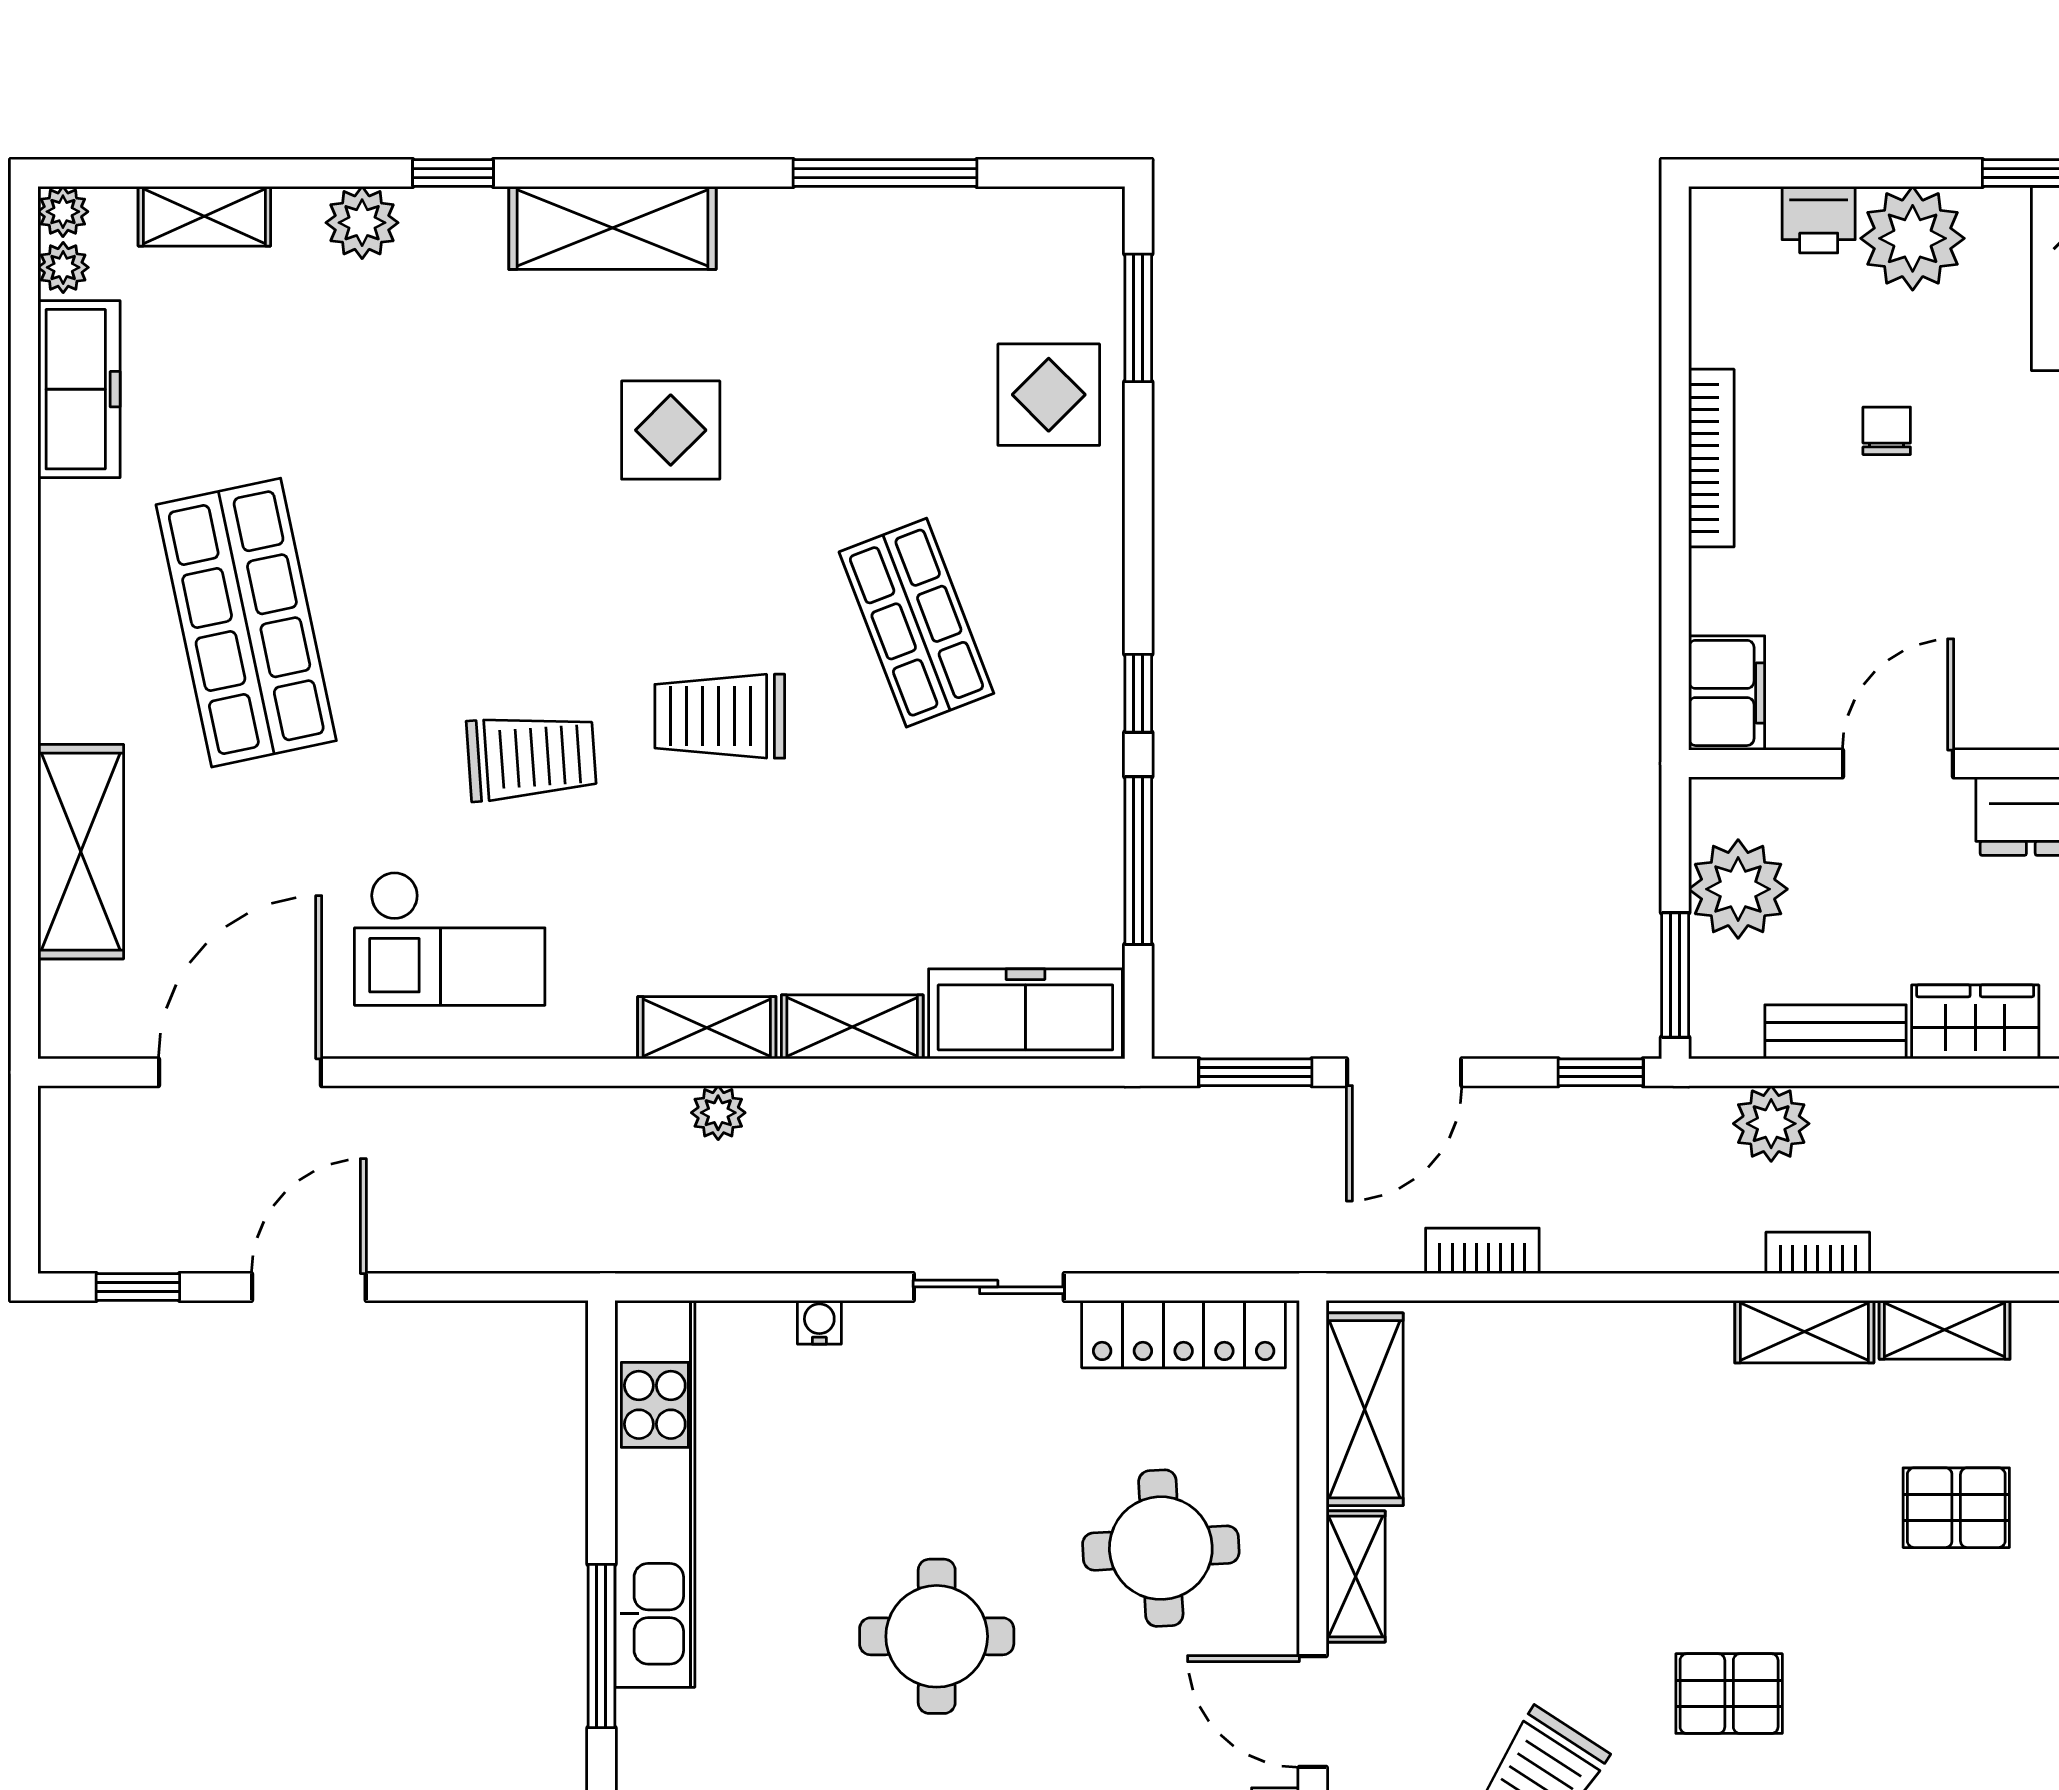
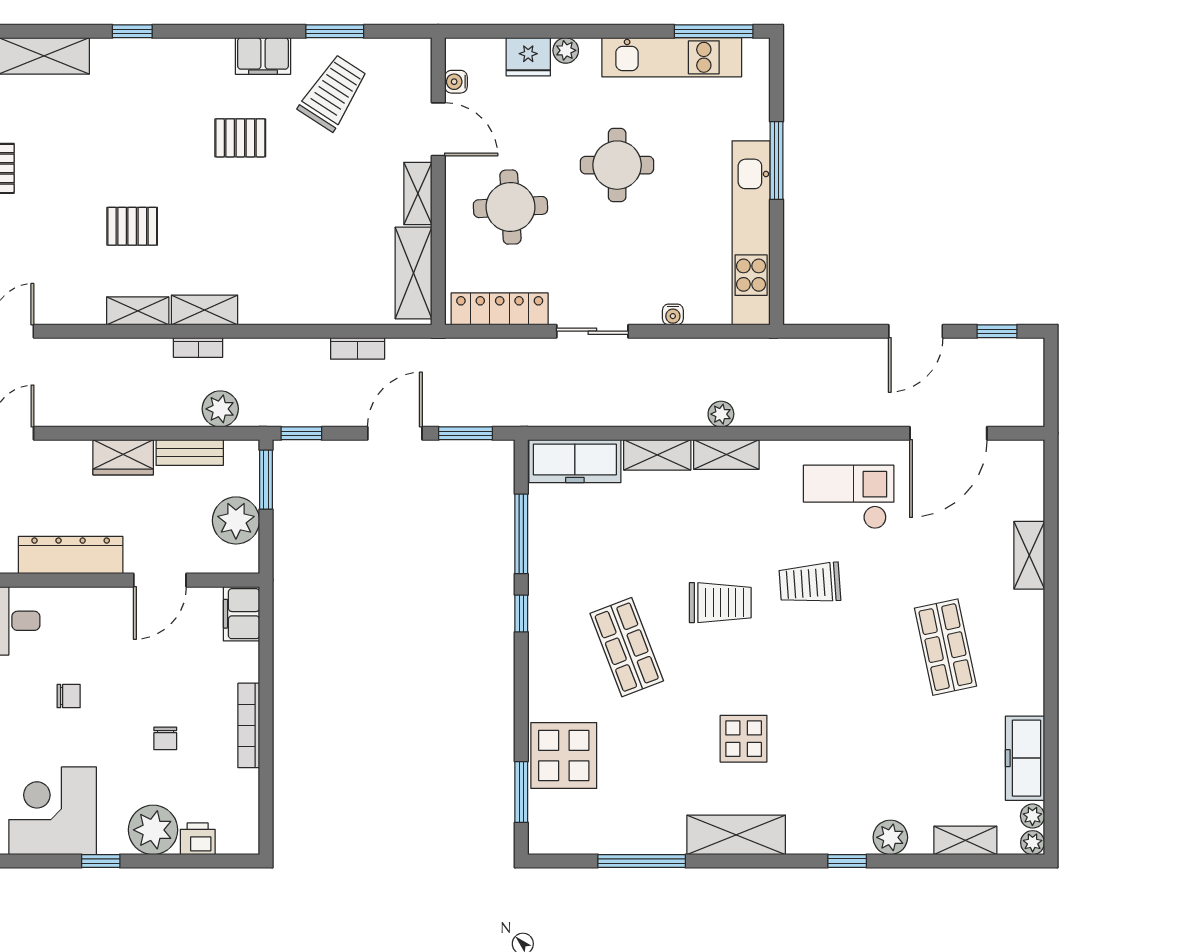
shelving: (612, 228) -> (736, 835), moved
display table: (1049, 395) -> (564, 756), width x1.36, depth x1.36
shop shelf: (246, 623) -> (945, 647), width x0.70, depth x0.74
shelving: (81, 852) -> (1029, 555), width x0.67, depth x0.75

